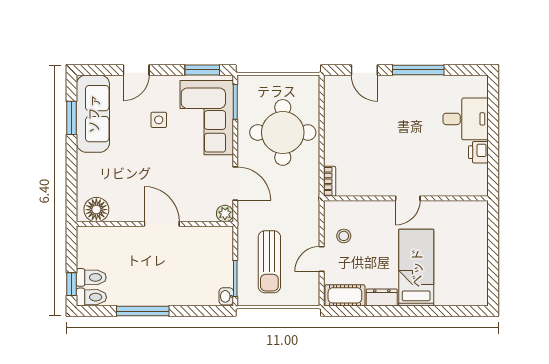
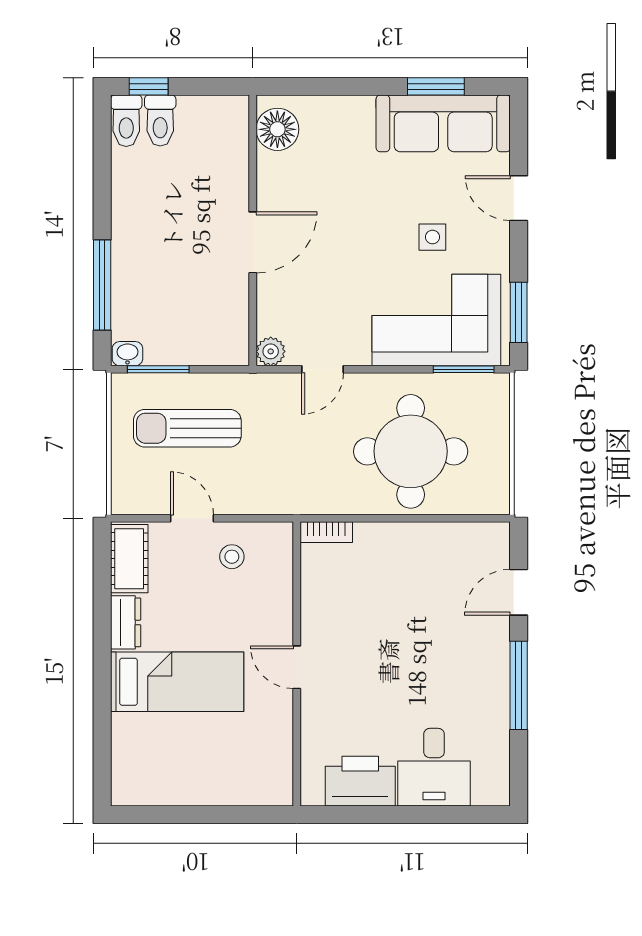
printer: (478, 152) -> (360, 781), width x1.87, depth x1.48
door: (235, 183) -> (322, 369), width x0.73
window: (143, 311) -> (102, 285), moved

